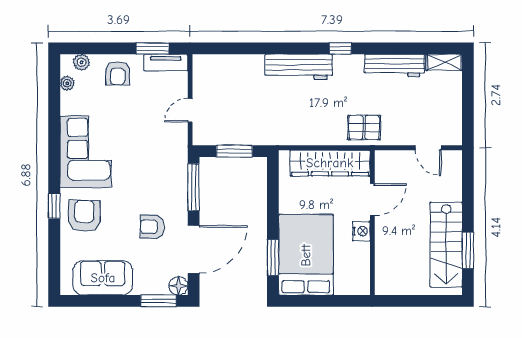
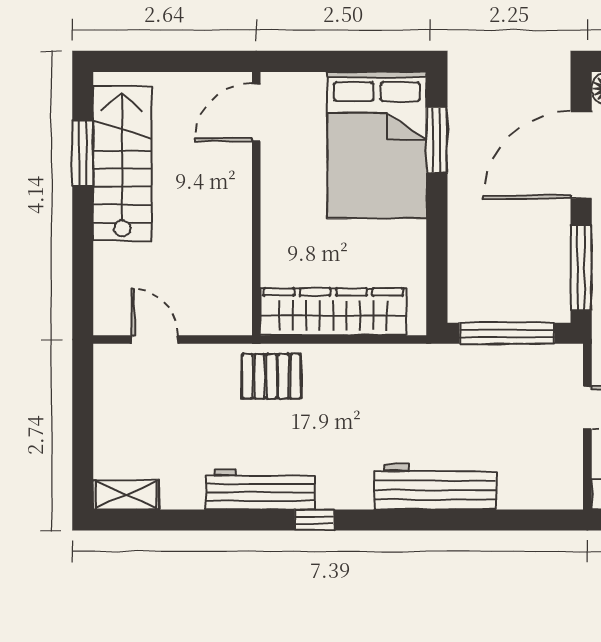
workbench: (395, 65) -> (260, 489), moved
workbench: (299, 67) -> (435, 487), moved
window: (234, 151) -> (507, 333), width x1.44
door: (372, 199) -> (256, 112), moved
nightstand: (361, 231) -> (277, 188), removed

